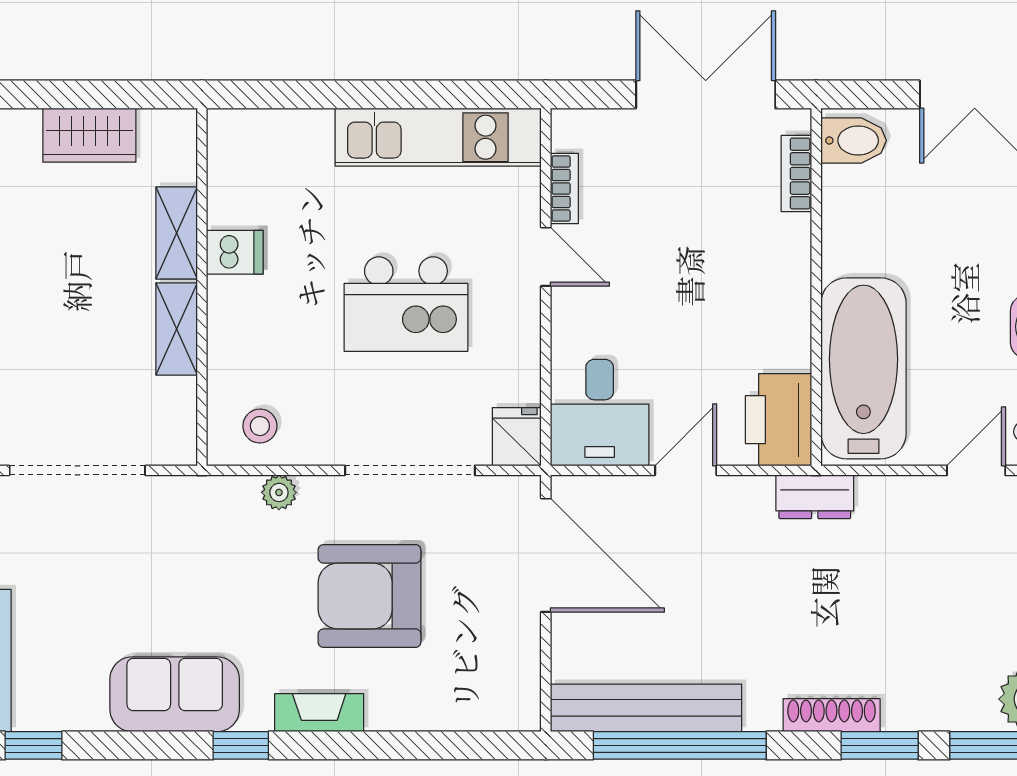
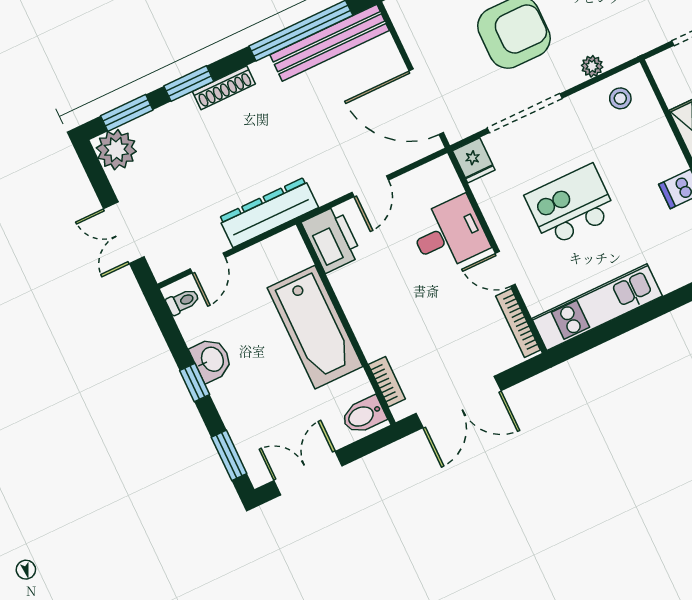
bookcase: (564, 189) -> (518, 323), width x1.56
bathtub: (863, 368) -> (315, 327), moved
desk: (600, 413) -> (449, 234), moved, turned 90
dresser: (815, 497) -> (269, 212), width x1.96, depth x1.24

